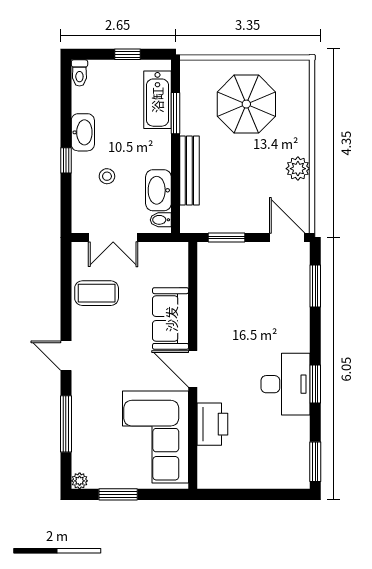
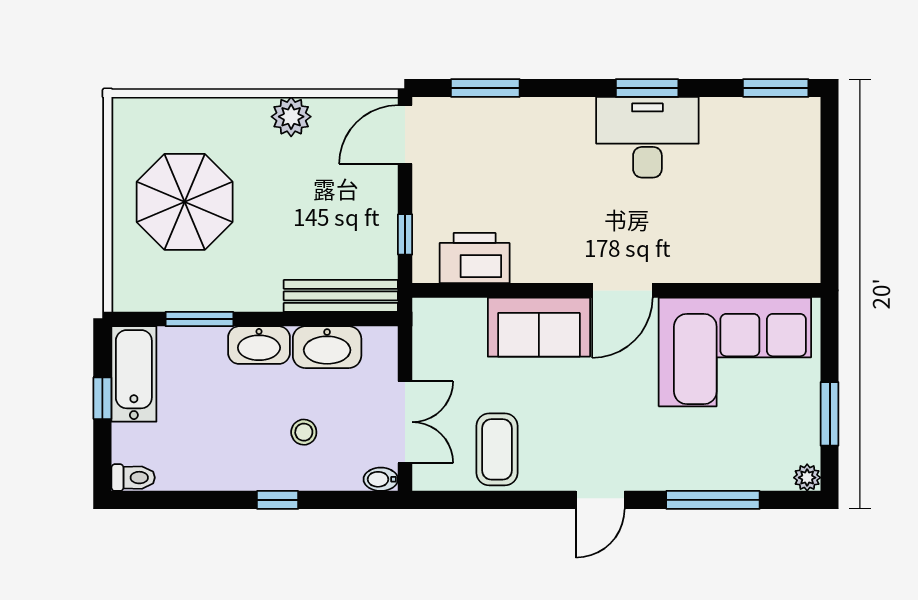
bathtub: (157, 100) -> (134, 374), moved, turned -90
washbasin: (83, 132) -> (259, 345), moved, turned 180
bench: (189, 171) -> (341, 296), moved
bidet: (161, 220) -> (381, 479), moved, turned 90
window: (227, 237) -> (405, 234), width x0.67
printer: (212, 424) -> (475, 258), moved

